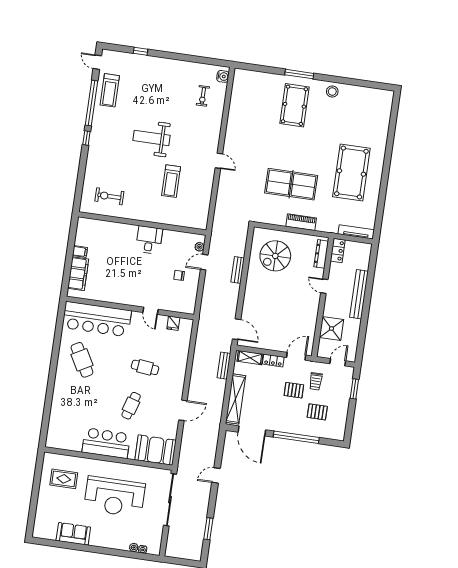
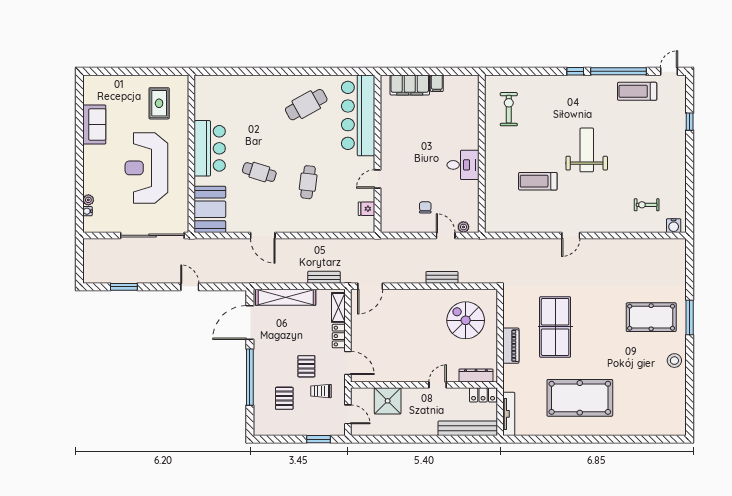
bench: (359, 294) -> (468, 428), moved

